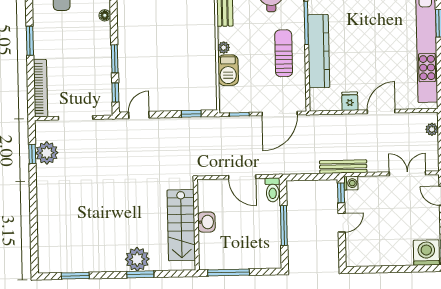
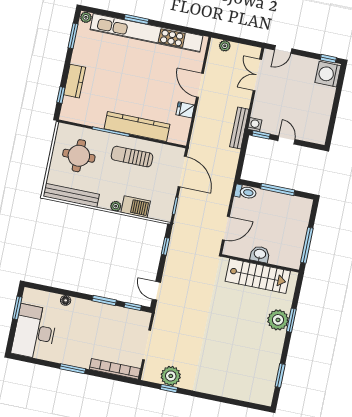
door: (242, 177) -> (226, 228), moved

